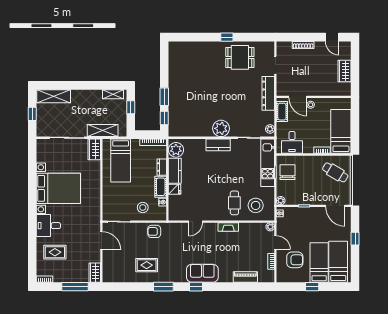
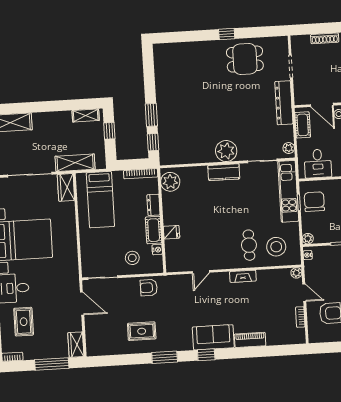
kitchen counter: (175, 171) -> (170, 209), removed
rug: (55, 252) -> (24, 322), turned 90
piano: (245, 277) -> (250, 340), moved

